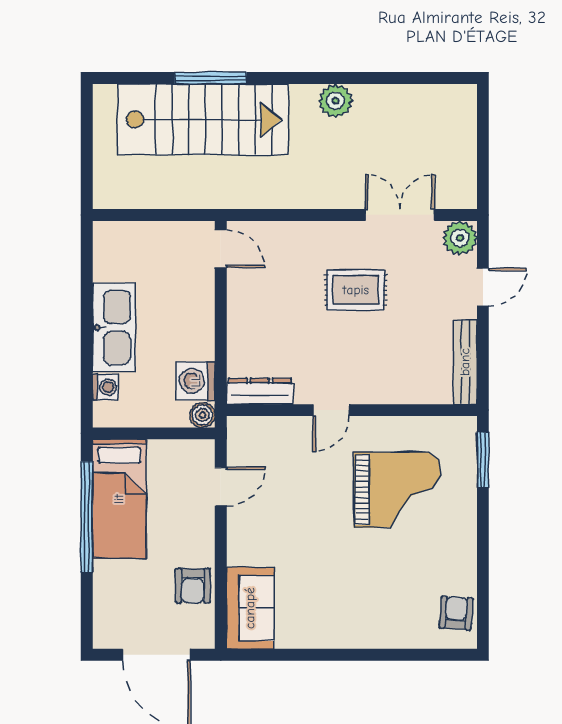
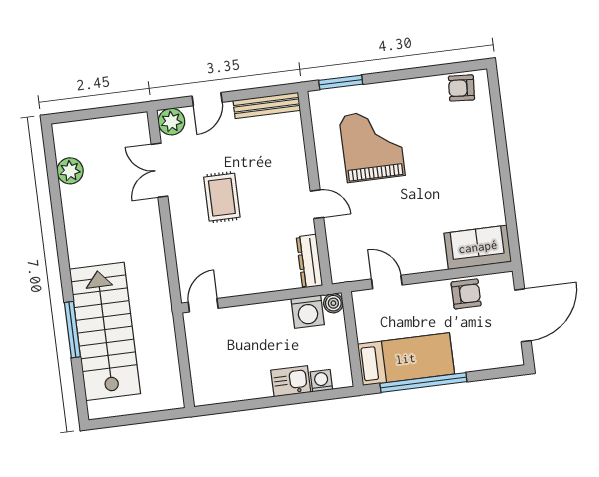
plant: (336, 101) -> (70, 171), moved
door: (483, 287) -> (207, 99), swing flipped
kitchen sink: (114, 327) -> (291, 381), width x0.53, depth x0.81

